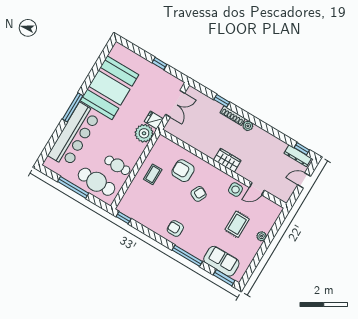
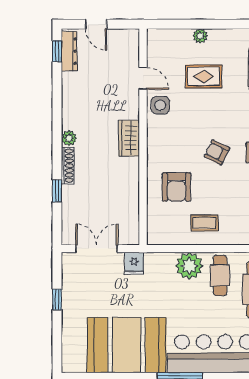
plant: (144, 133) -> (189, 266), moved
armchair: (199, 194) -> (217, 152), moved

